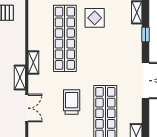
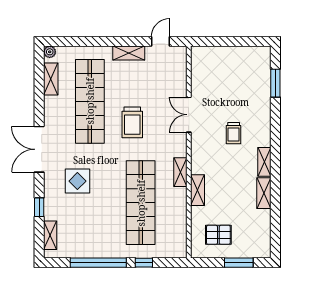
display table: (95, 18) -> (77, 181), moved
shelving: (20, 77) -> (197, 190), moved

